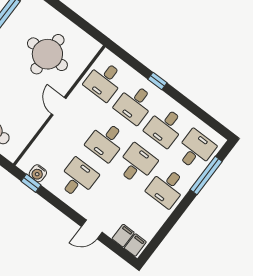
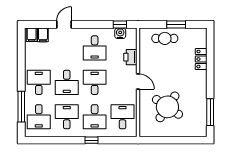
round table: (47, 54) -> (167, 107), turned 34
desk: (135, 104) -> (95, 117), turned 180
printer: (47, 139) -> (130, 57), added

